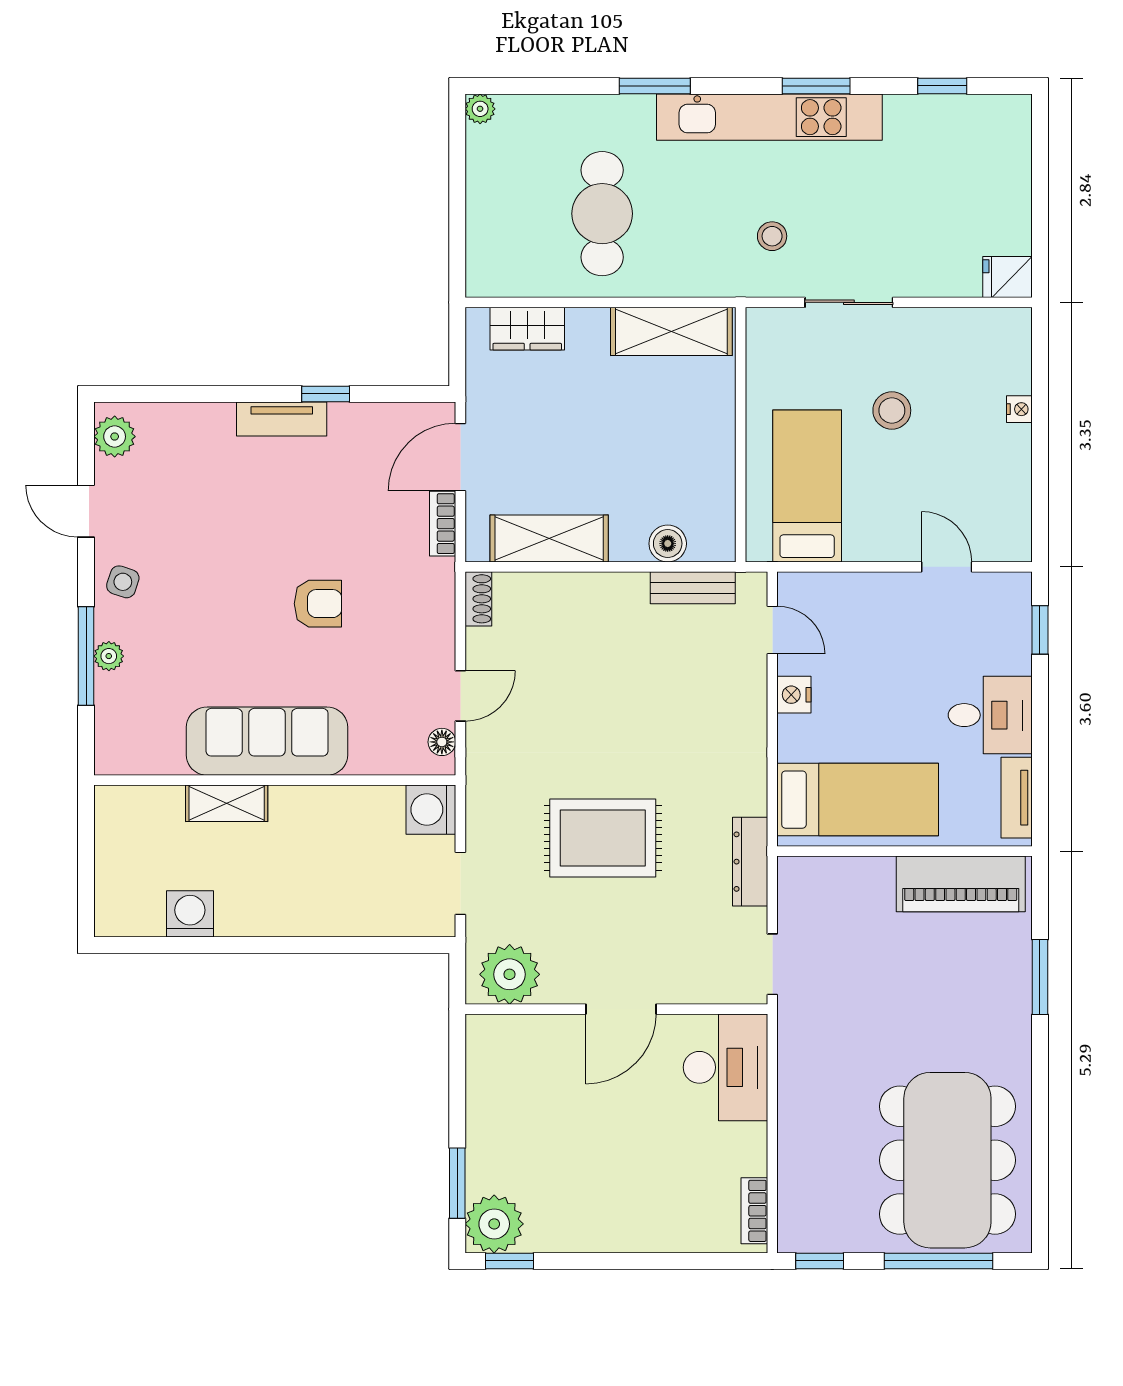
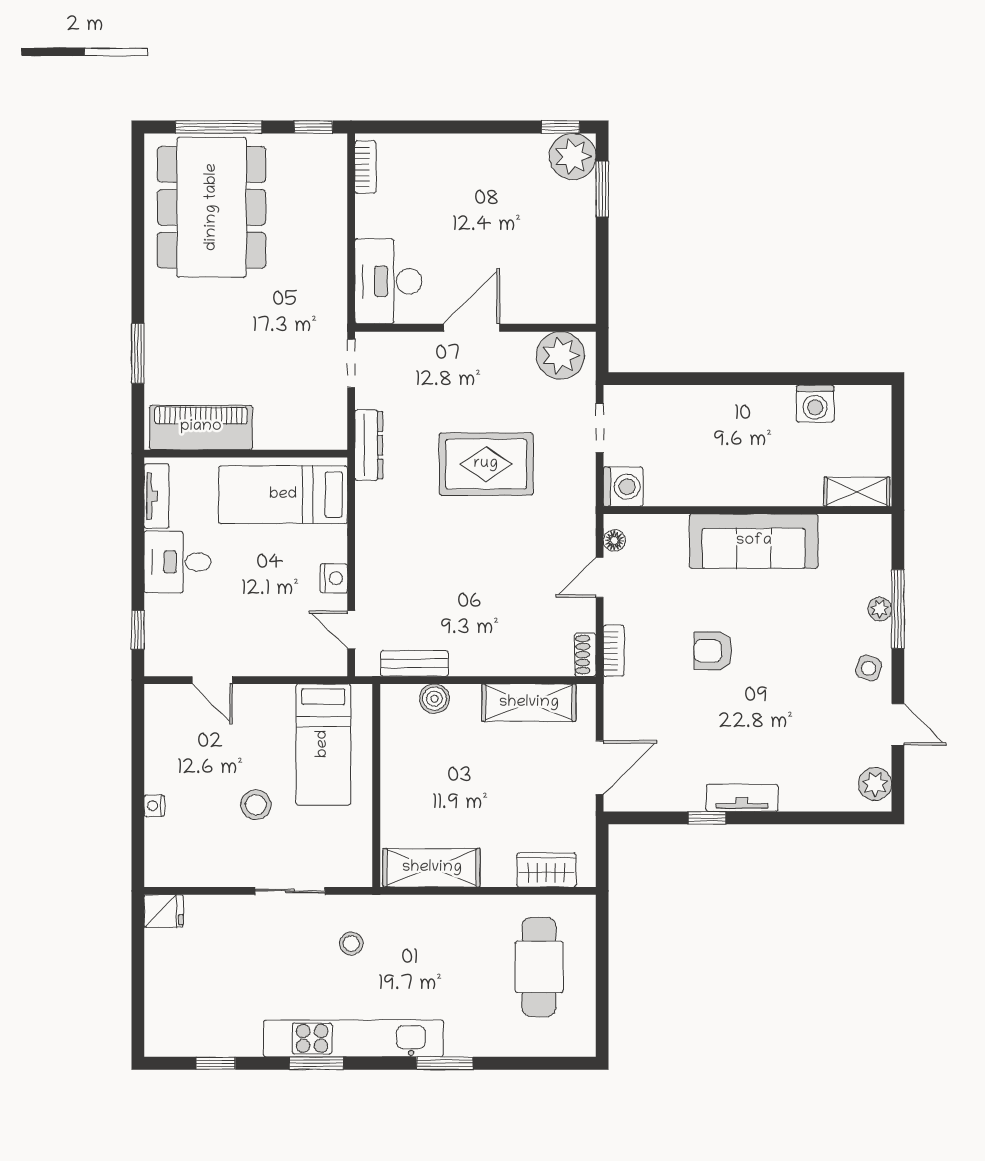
plant: (480, 109) -> (584, 1045), removed
cafe table: (602, 214) -> (539, 967), moved
bookcase: (443, 524) -> (614, 651), moved
shelving: (227, 803) -> (857, 492), moved

